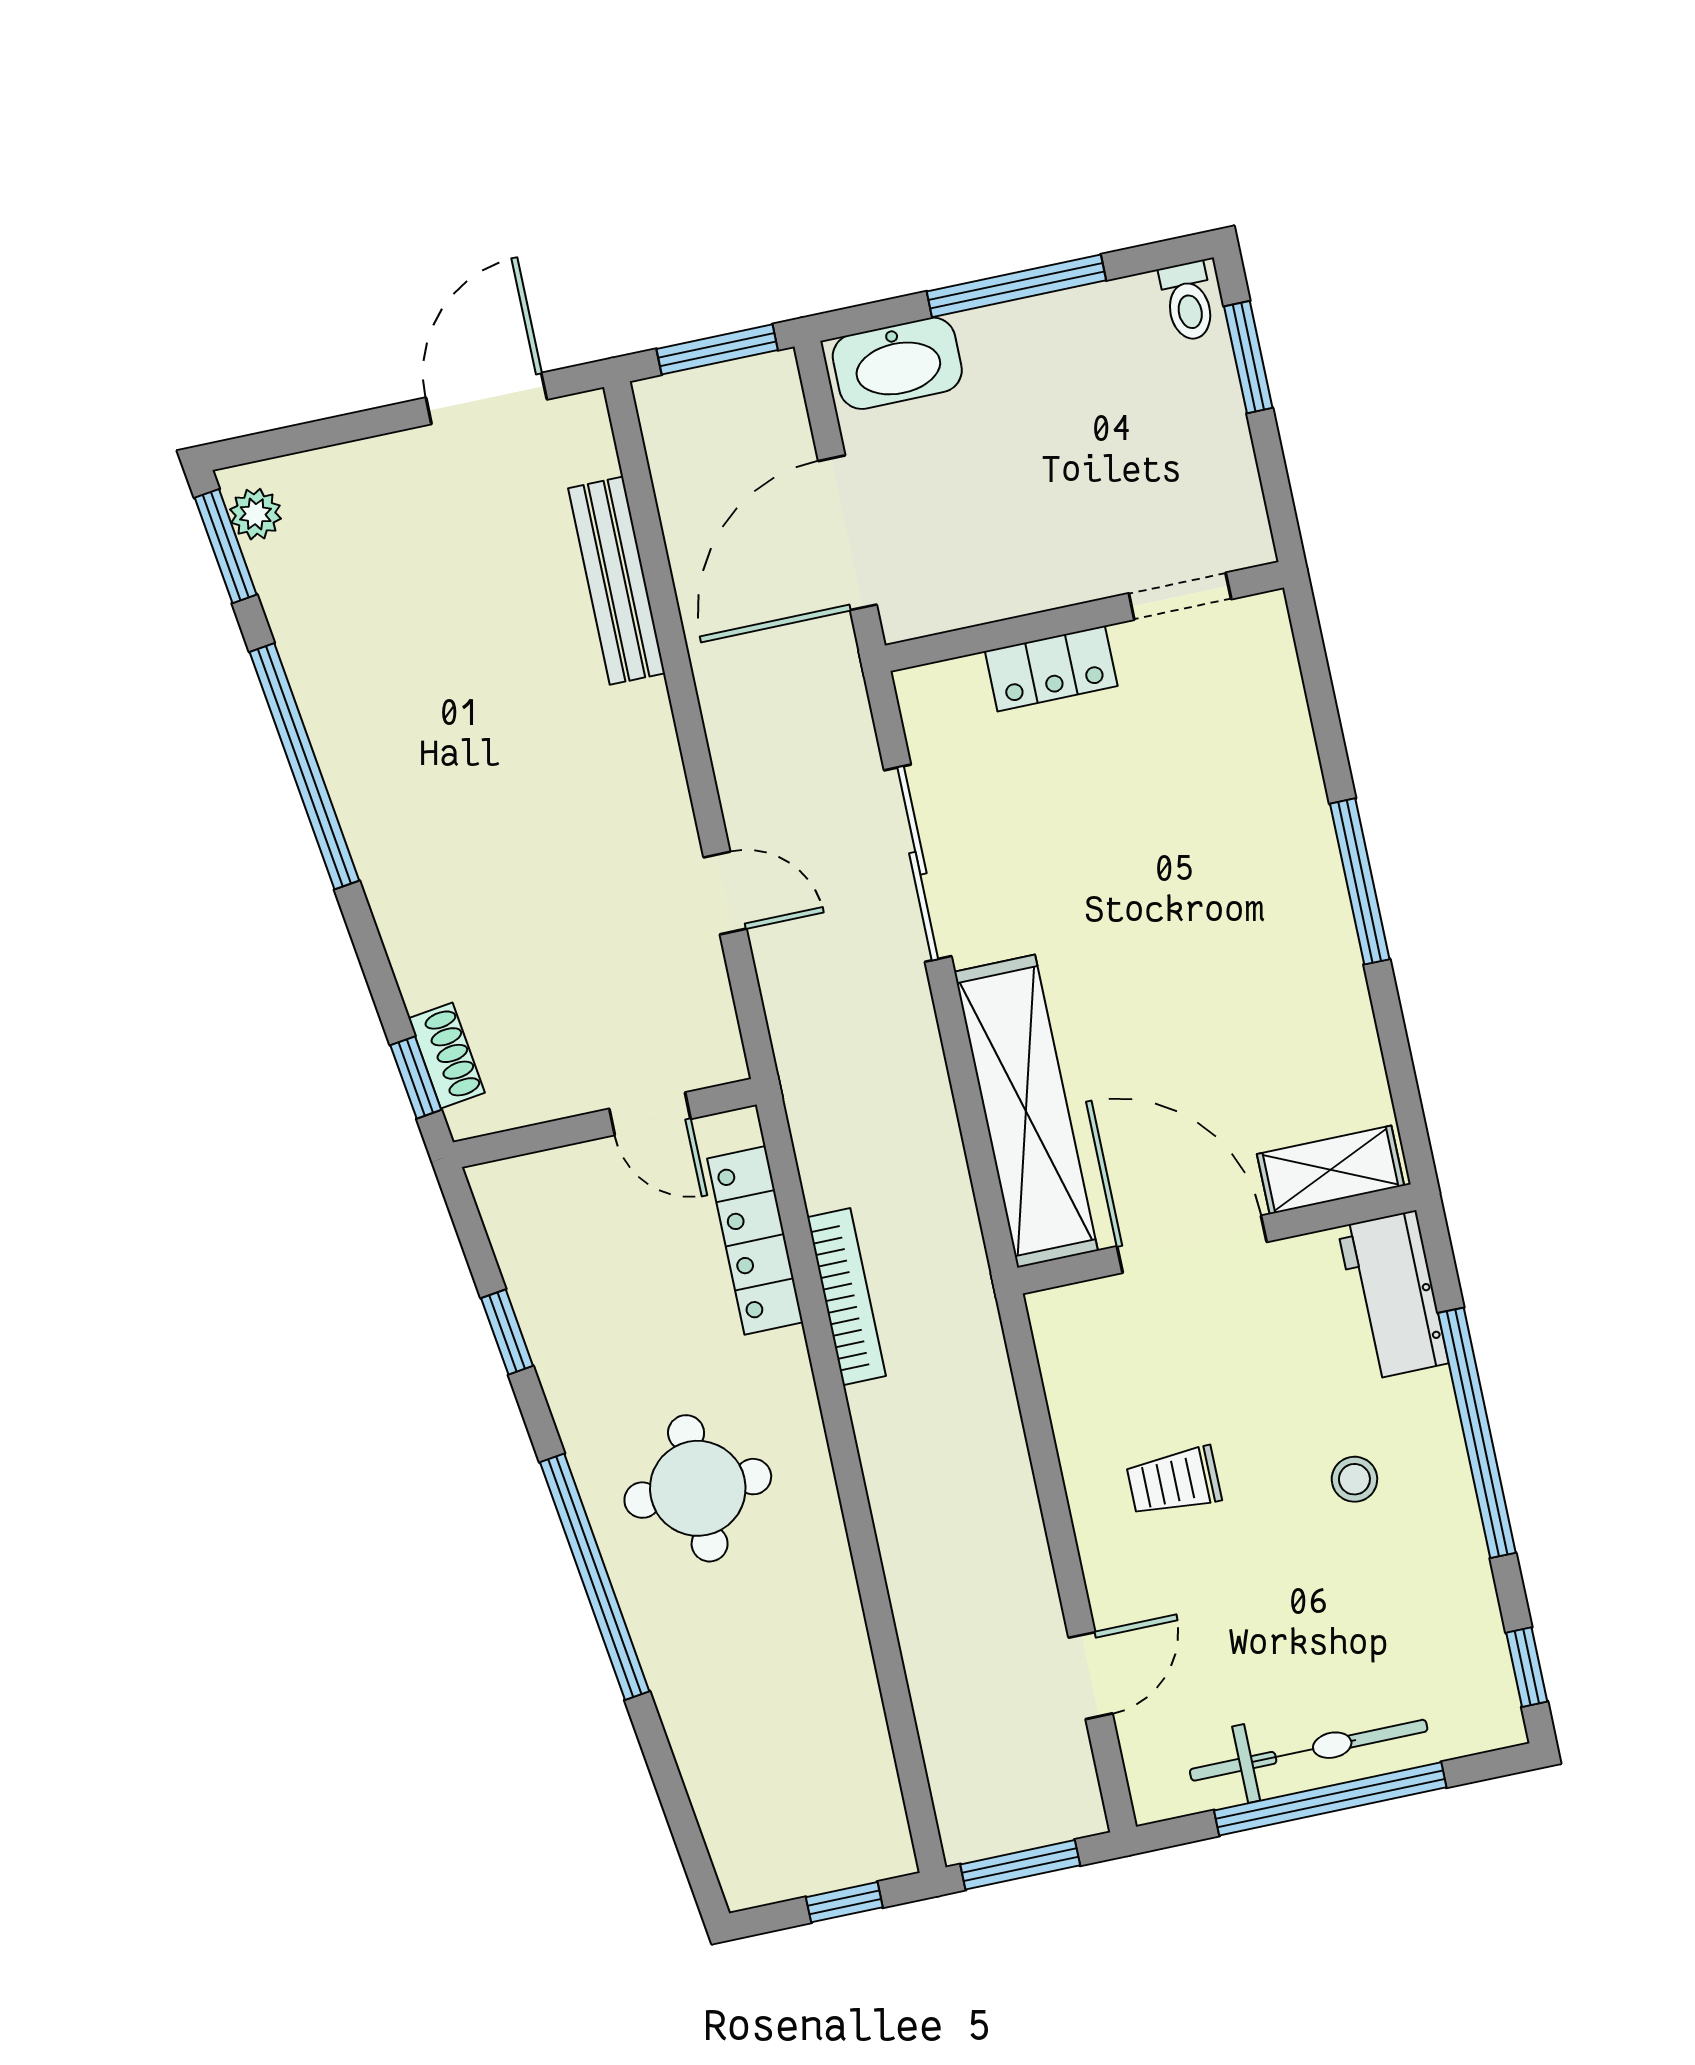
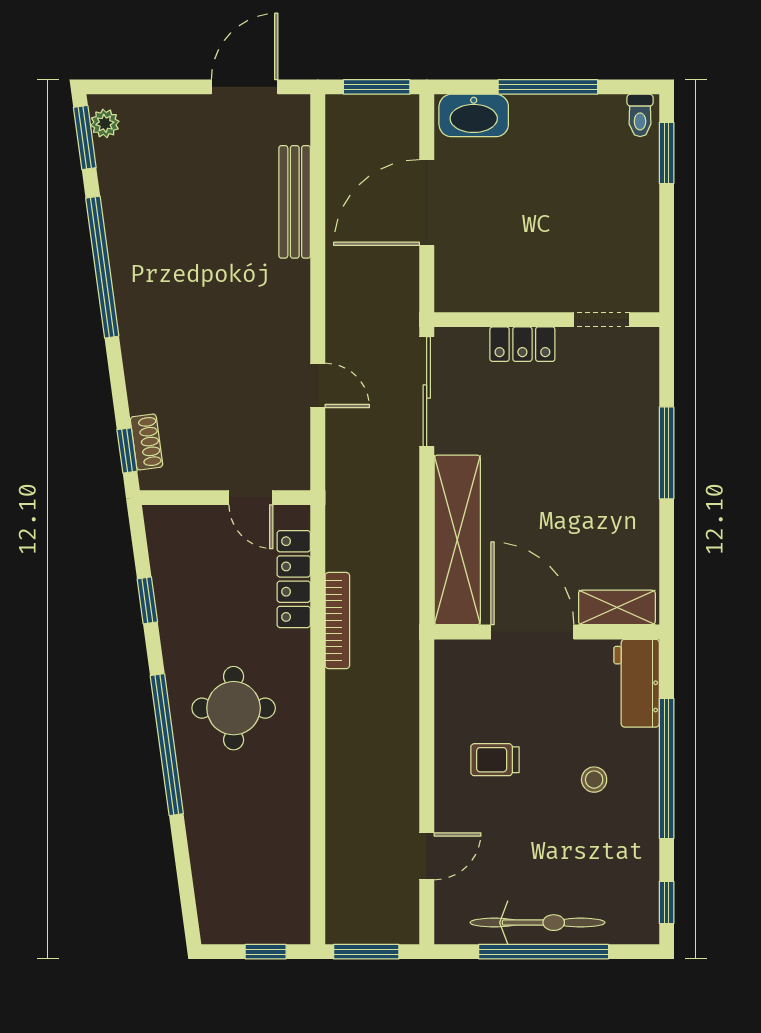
doorway: (1180, 596) -> (601, 320), moved
wall: (1084, 617) -> (547, 320), moved
locker: (1051, 669) -> (522, 344), moved

